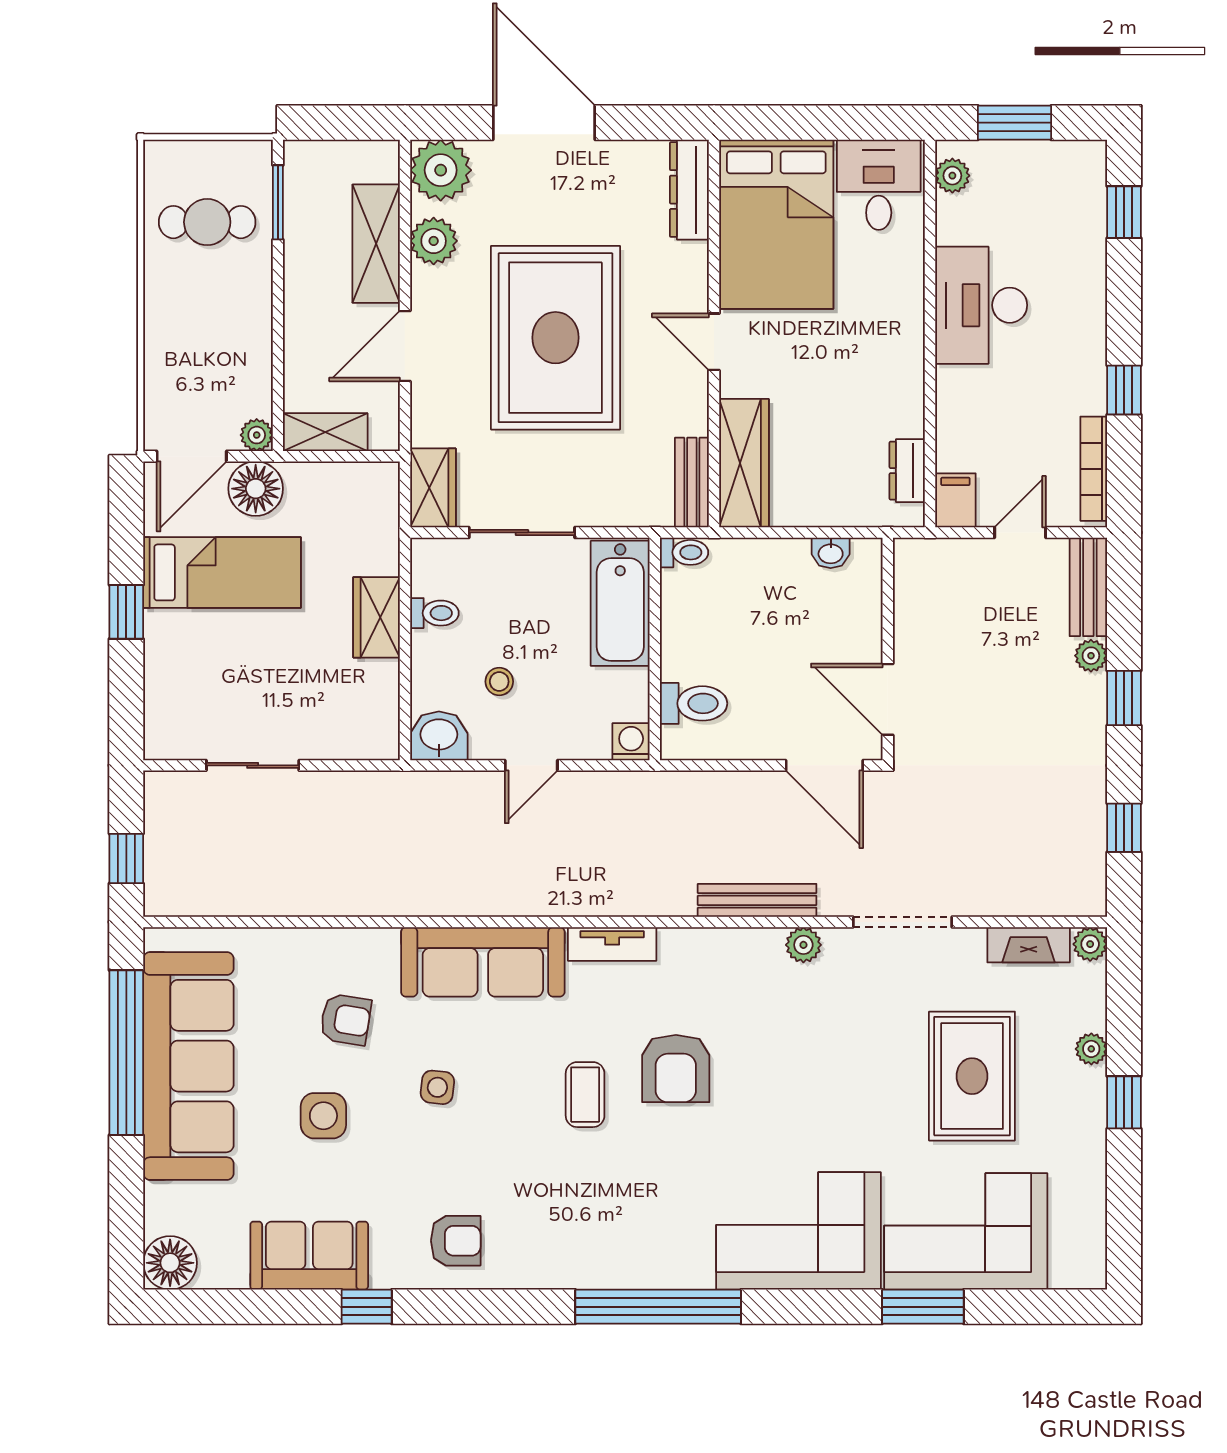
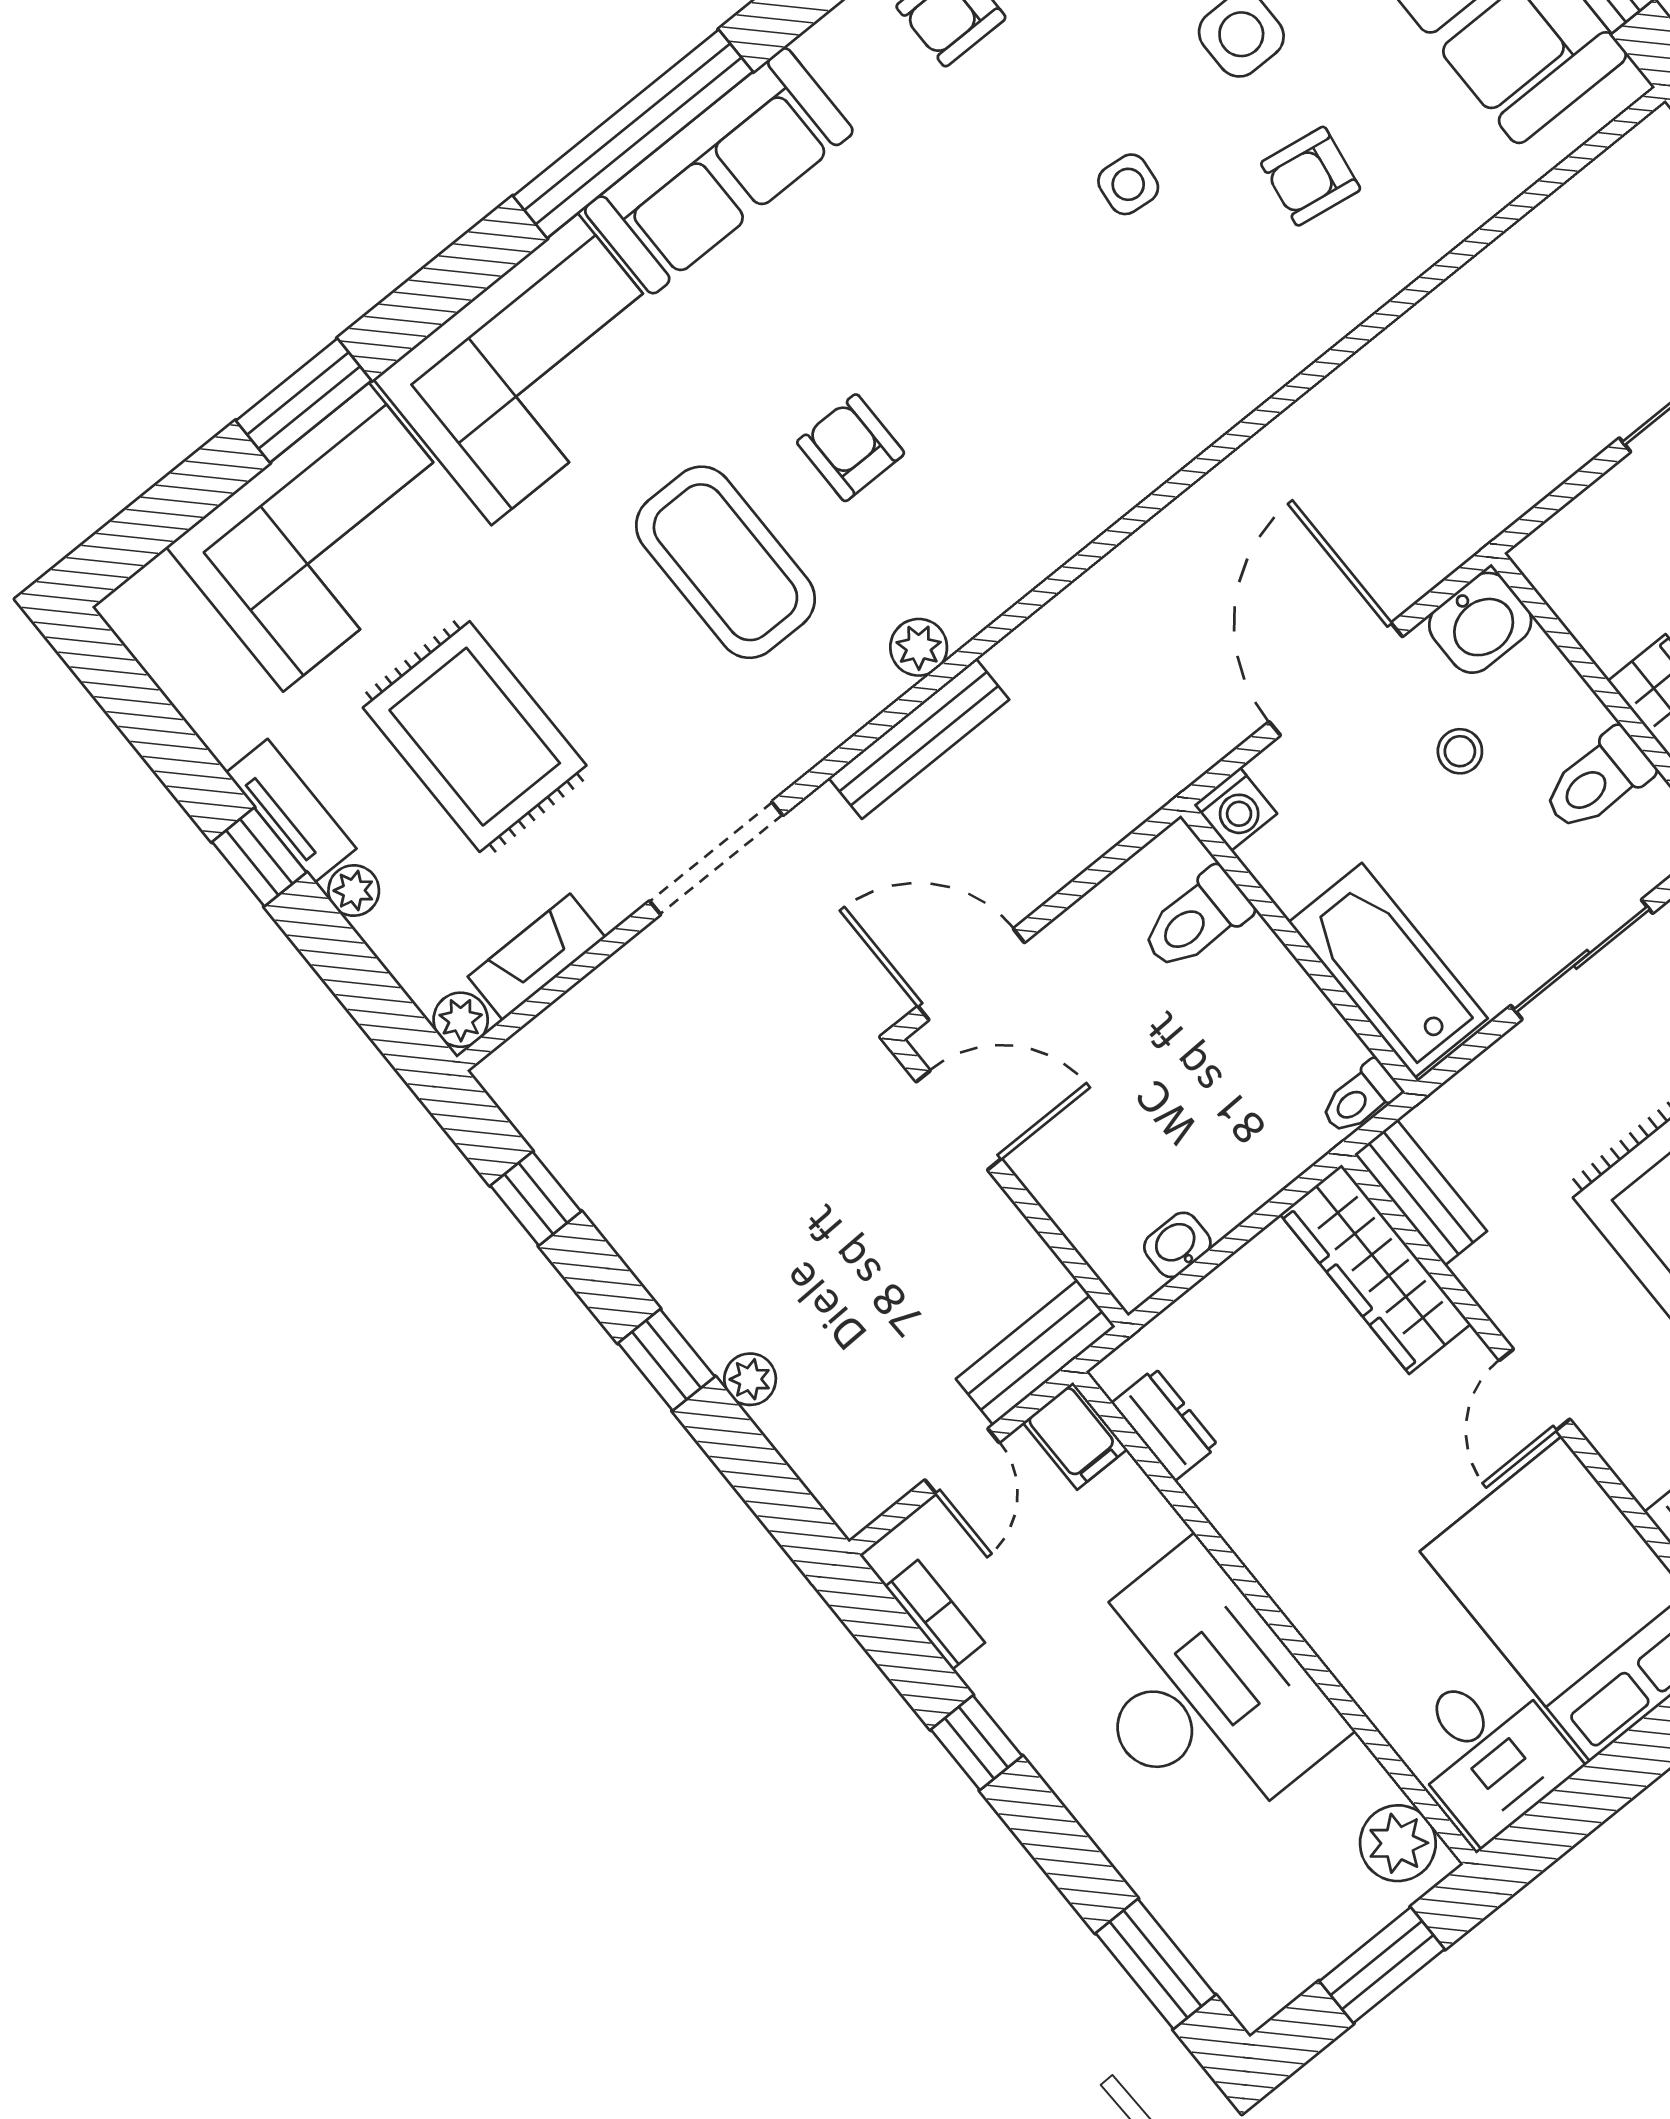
plant: (952, 176) -> (1398, 1843), width x1.38, depth x1.38
window: (1124, 212) -> (1156, 1964), width x1.50
desk: (981, 305) -> (1201, 1692), width x1.36, depth x1.30
door: (714, 342) -> (1535, 1390), swing flipped
bookcase: (1094, 469) -> (935, 1615), width x0.64
bench: (1088, 587) -> (1036, 1353), moved, turned 90
toilet: (434, 613) -> (1598, 781), width x1.37, depth x1.39
door: (531, 765) -> (1336, 679), width x1.88
tv unit: (612, 944) -> (291, 811), moved, turned 90
plant: (803, 945) -> (919, 647), moved
sofa: (483, 962) -> (719, 171), moved, turned 180
armchair: (676, 1069) -> (851, 448), width x0.72, depth x0.72
coffee table: (585, 1095) -> (725, 562), moved, width x1.86, depth x1.72

